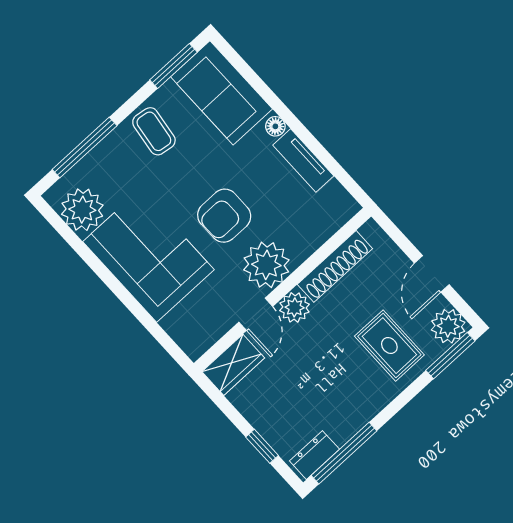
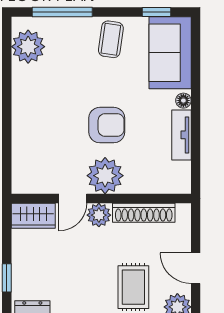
window: (173, 66) -> (157, 12), width x0.67
armchair: (224, 216) -> (107, 125), turned 180
corner sofa: (148, 256) -> (42, 108), removed
door: (432, 274) -> (196, 268), hinge flipped

